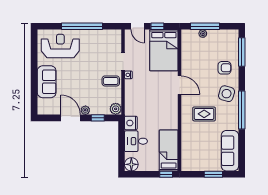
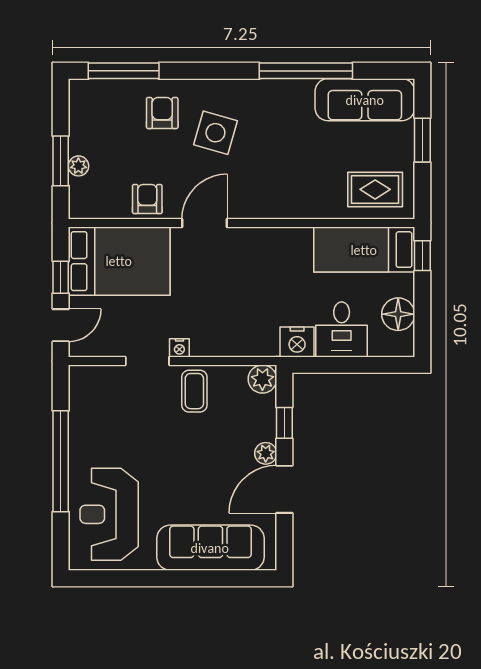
window: (205, 26) -> (61, 161), width x0.69
armchair: (189, 62) -> (147, 199), added
sofa: (47, 82) -> (210, 548), width x1.36
side table: (227, 94) -> (215, 133), moved
window: (242, 110) -> (306, 71), moved
rug: (204, 114) -> (375, 189), moved, turned 90
floor lamp: (131, 164) -> (398, 314), moved

